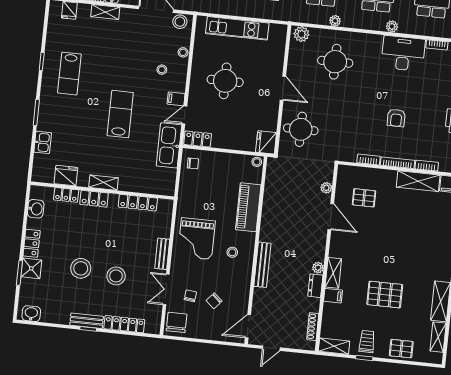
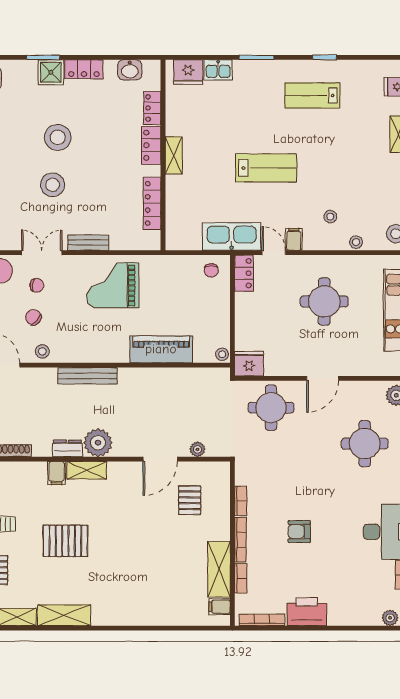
fridge: (66, 176) -> (188, 72), moved, turned 90
stool: (232, 252) -> (42, 351), moved
plant: (318, 268) -> (98, 443), width x1.87, depth x1.87
pallet: (385, 295) -> (65, 541), turned 90

